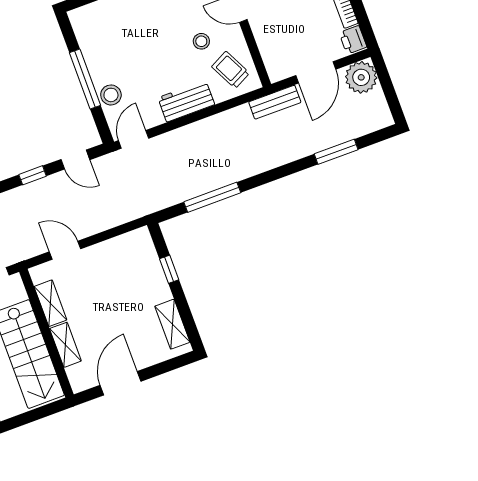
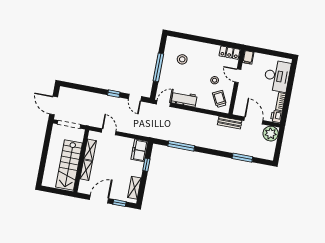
door: (316, 72) -> (253, 121), swing flipped
stool: (111, 95) -> (182, 59), moved
workbench: (186, 101) -> (184, 99), moved
freezer: (141, 251) -> (140, 150), added
window: (162, 368) -> (120, 203), added

